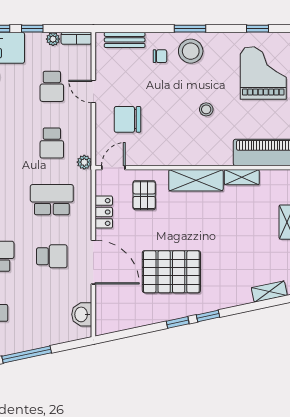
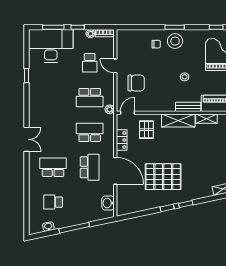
bench: (125, 40) -> (188, 107), moved
chair: (127, 119) -> (136, 83), turned 180
school desk: (52, 143) -> (90, 98), width x1.85
school desk: (52, 256) -> (90, 167), width x1.85

